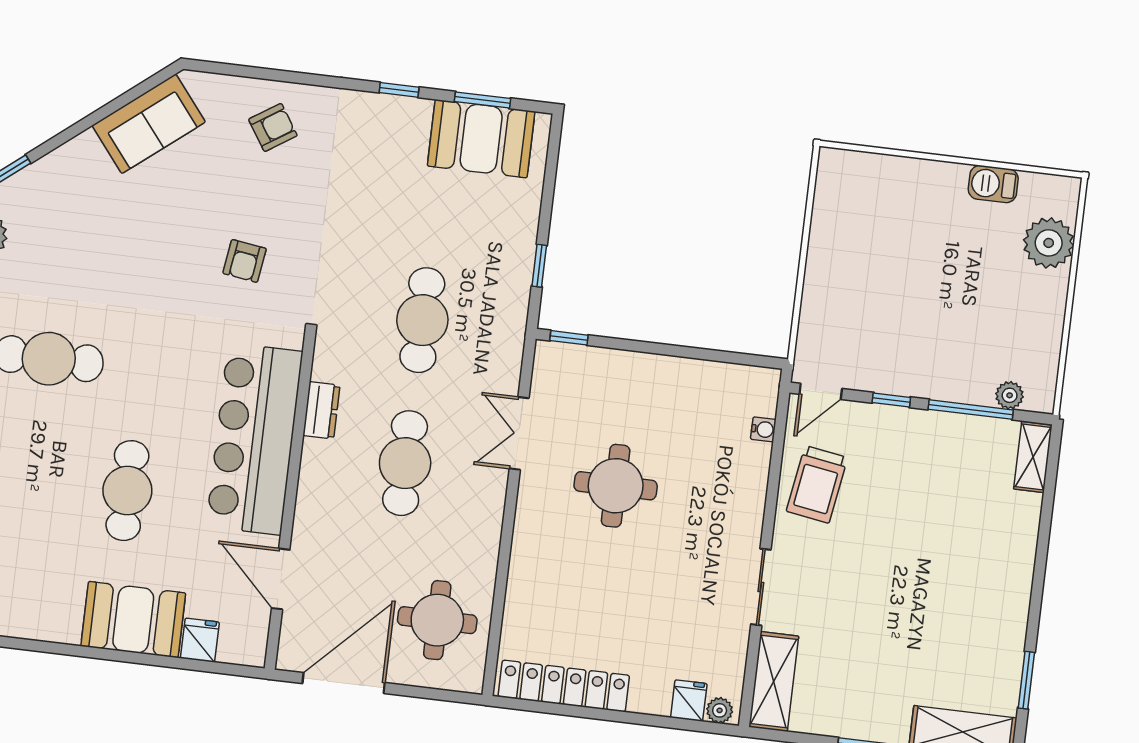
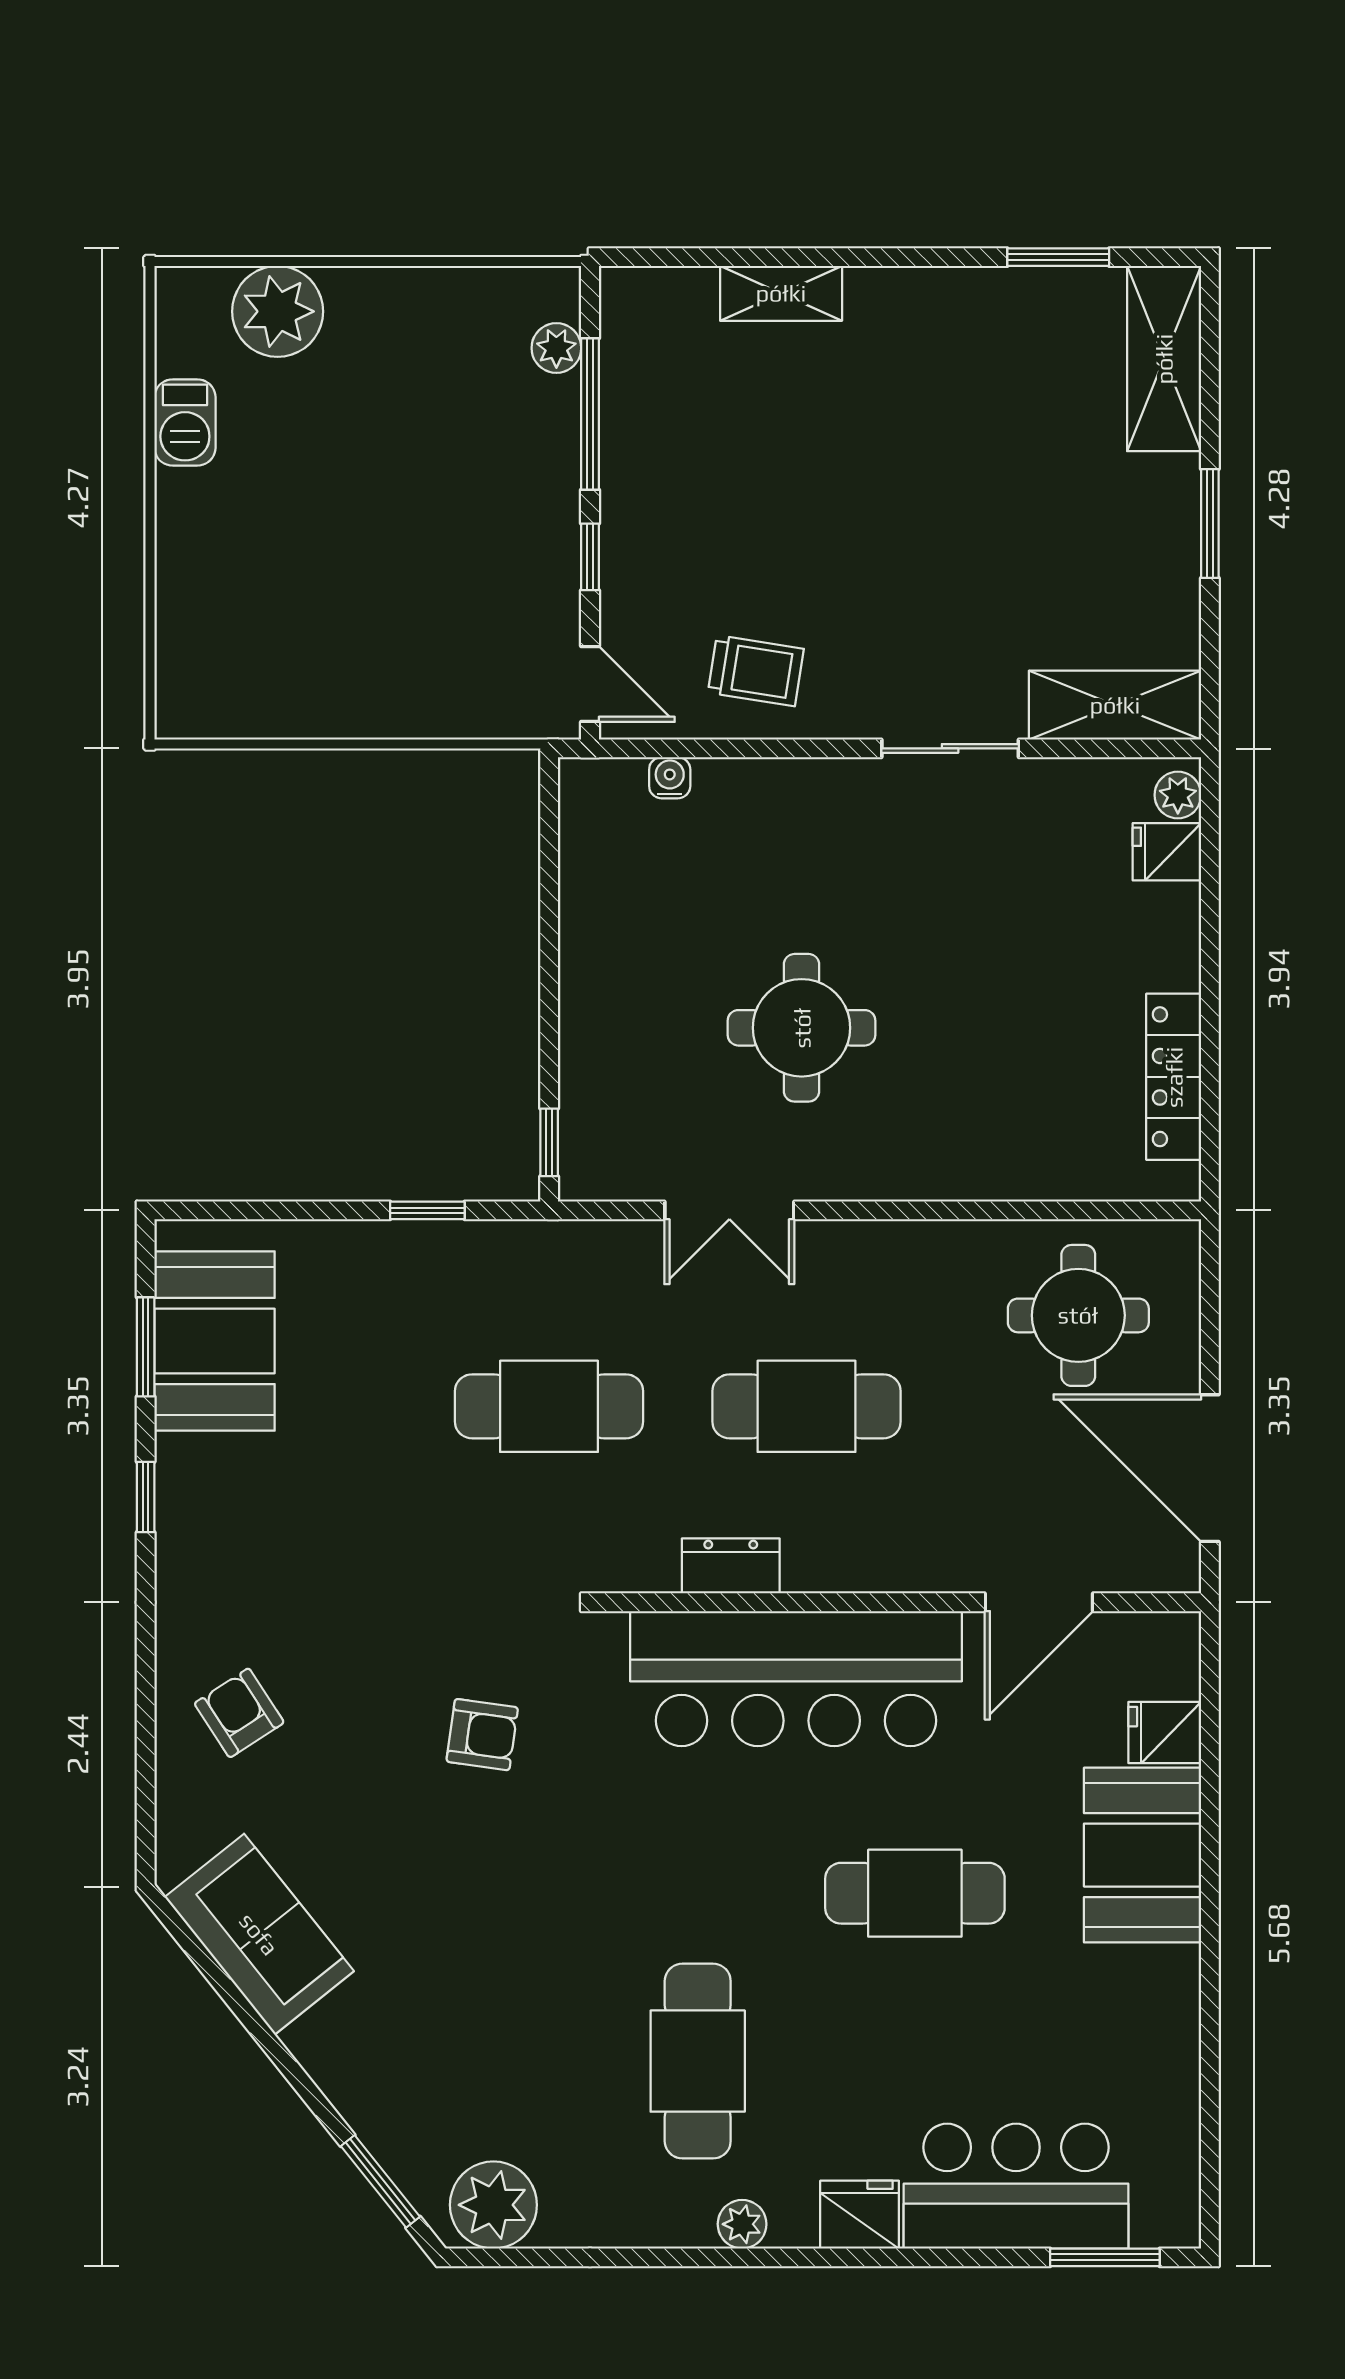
shelving: (1033, 457) -> (781, 293), moved
trolley: (817, 484) -> (756, 671), width x0.73, depth x0.72
locker: (564, 686) -> (1174, 1077), width x0.71, depth x0.83

